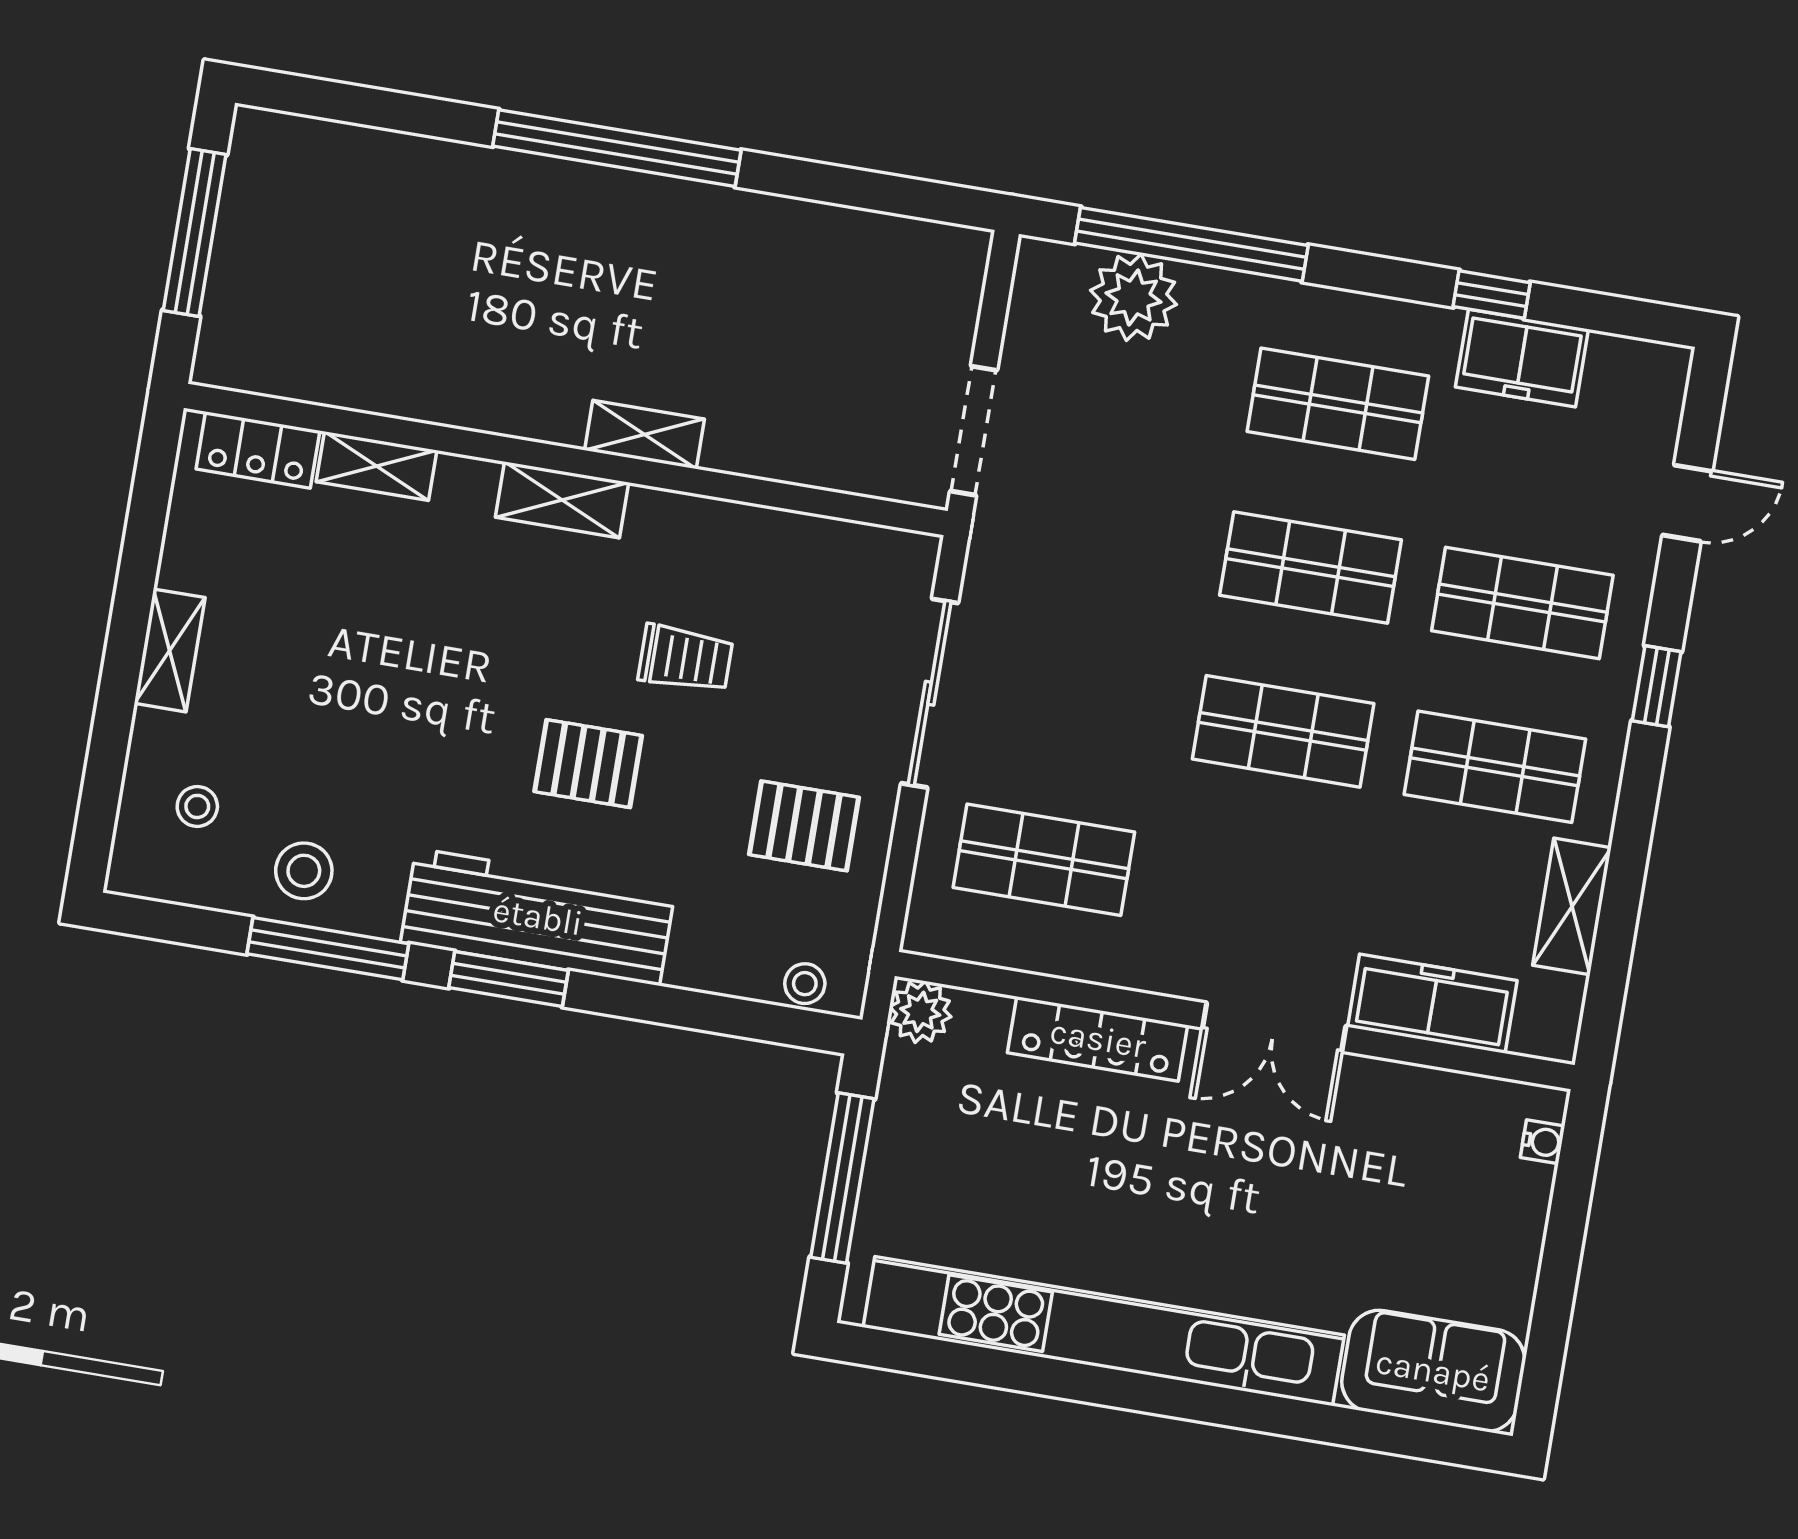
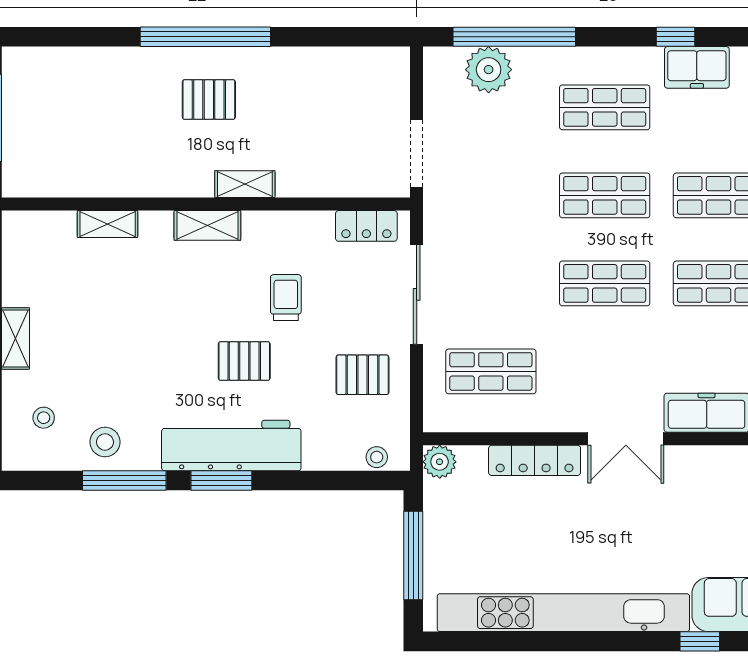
pallet: (604, 266) -> (209, 100), added
locker: (258, 450) -> (366, 226), moved
trolley: (685, 658) -> (286, 298), turned -90
window: (1348, 1427) -> (700, 641), added

